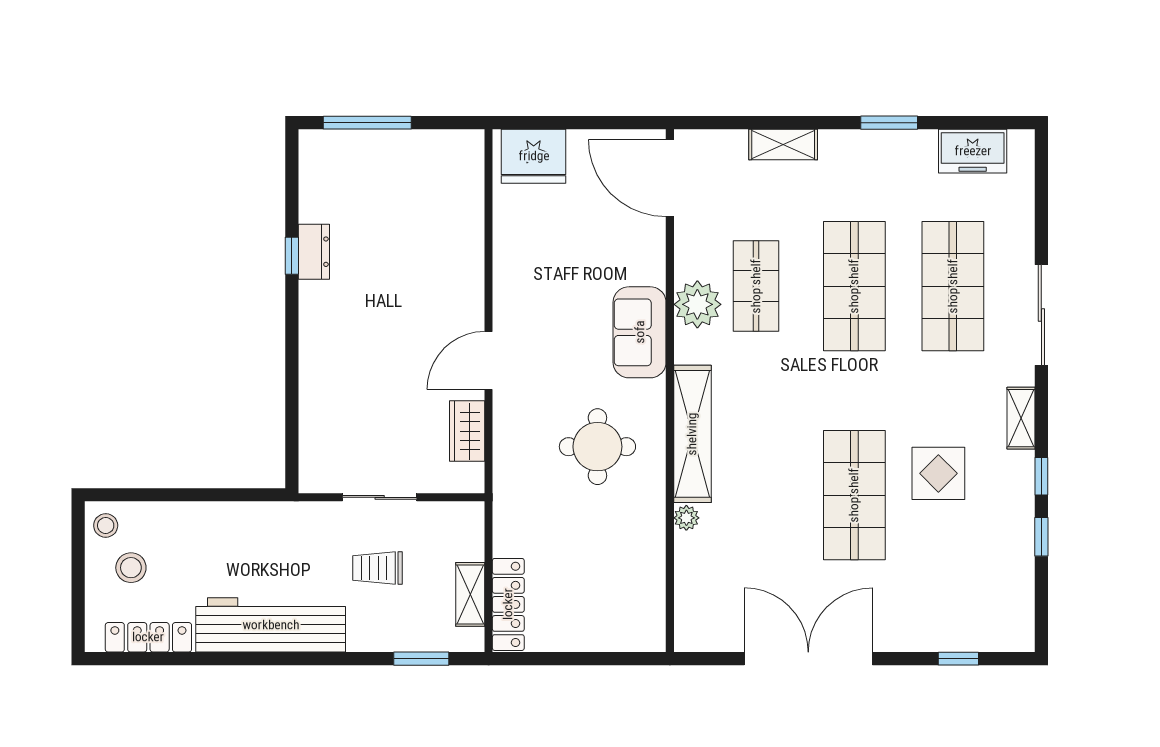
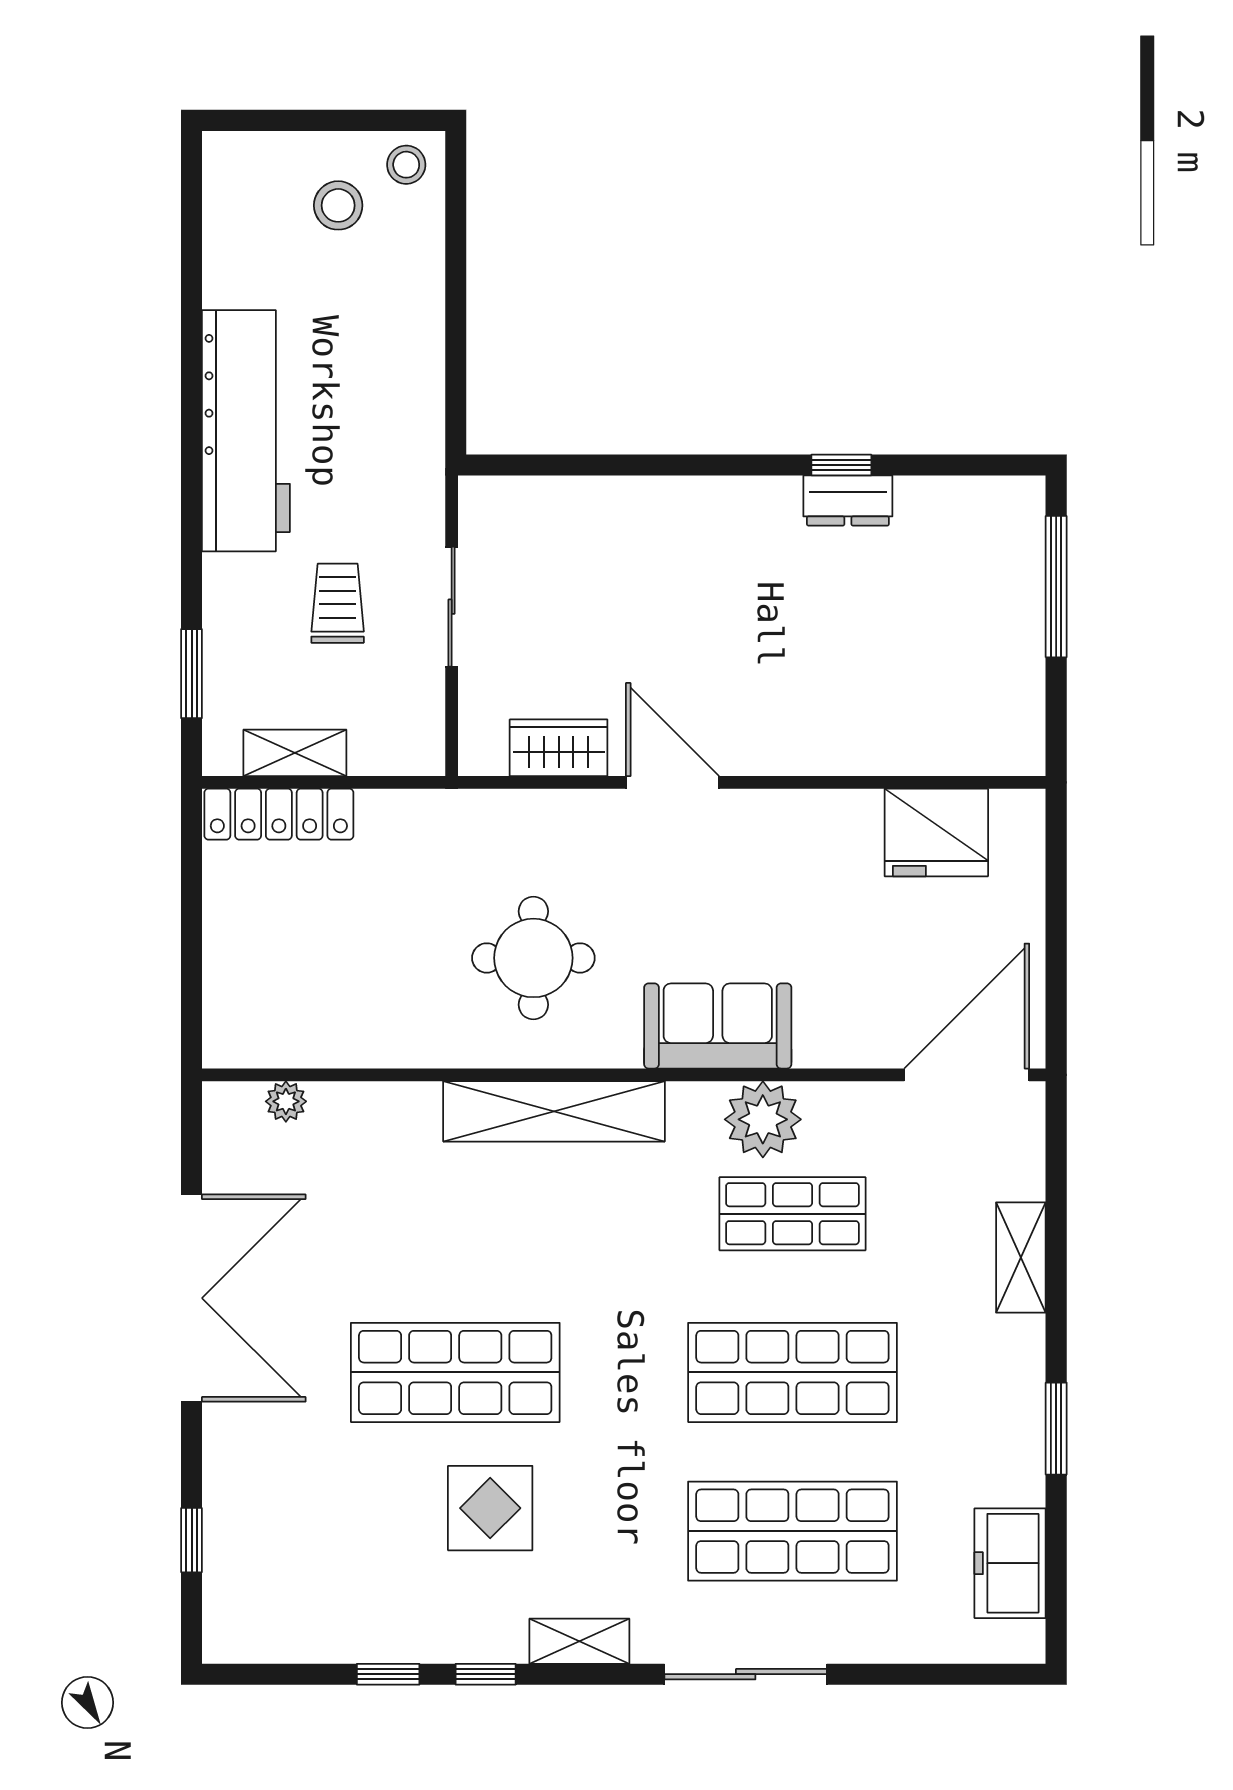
fridge: (534, 156) -> (936, 832), moved, turned -90
plant: (686, 518) -> (286, 1101), moved
locker: (148, 637) -> (226, 234), removed

